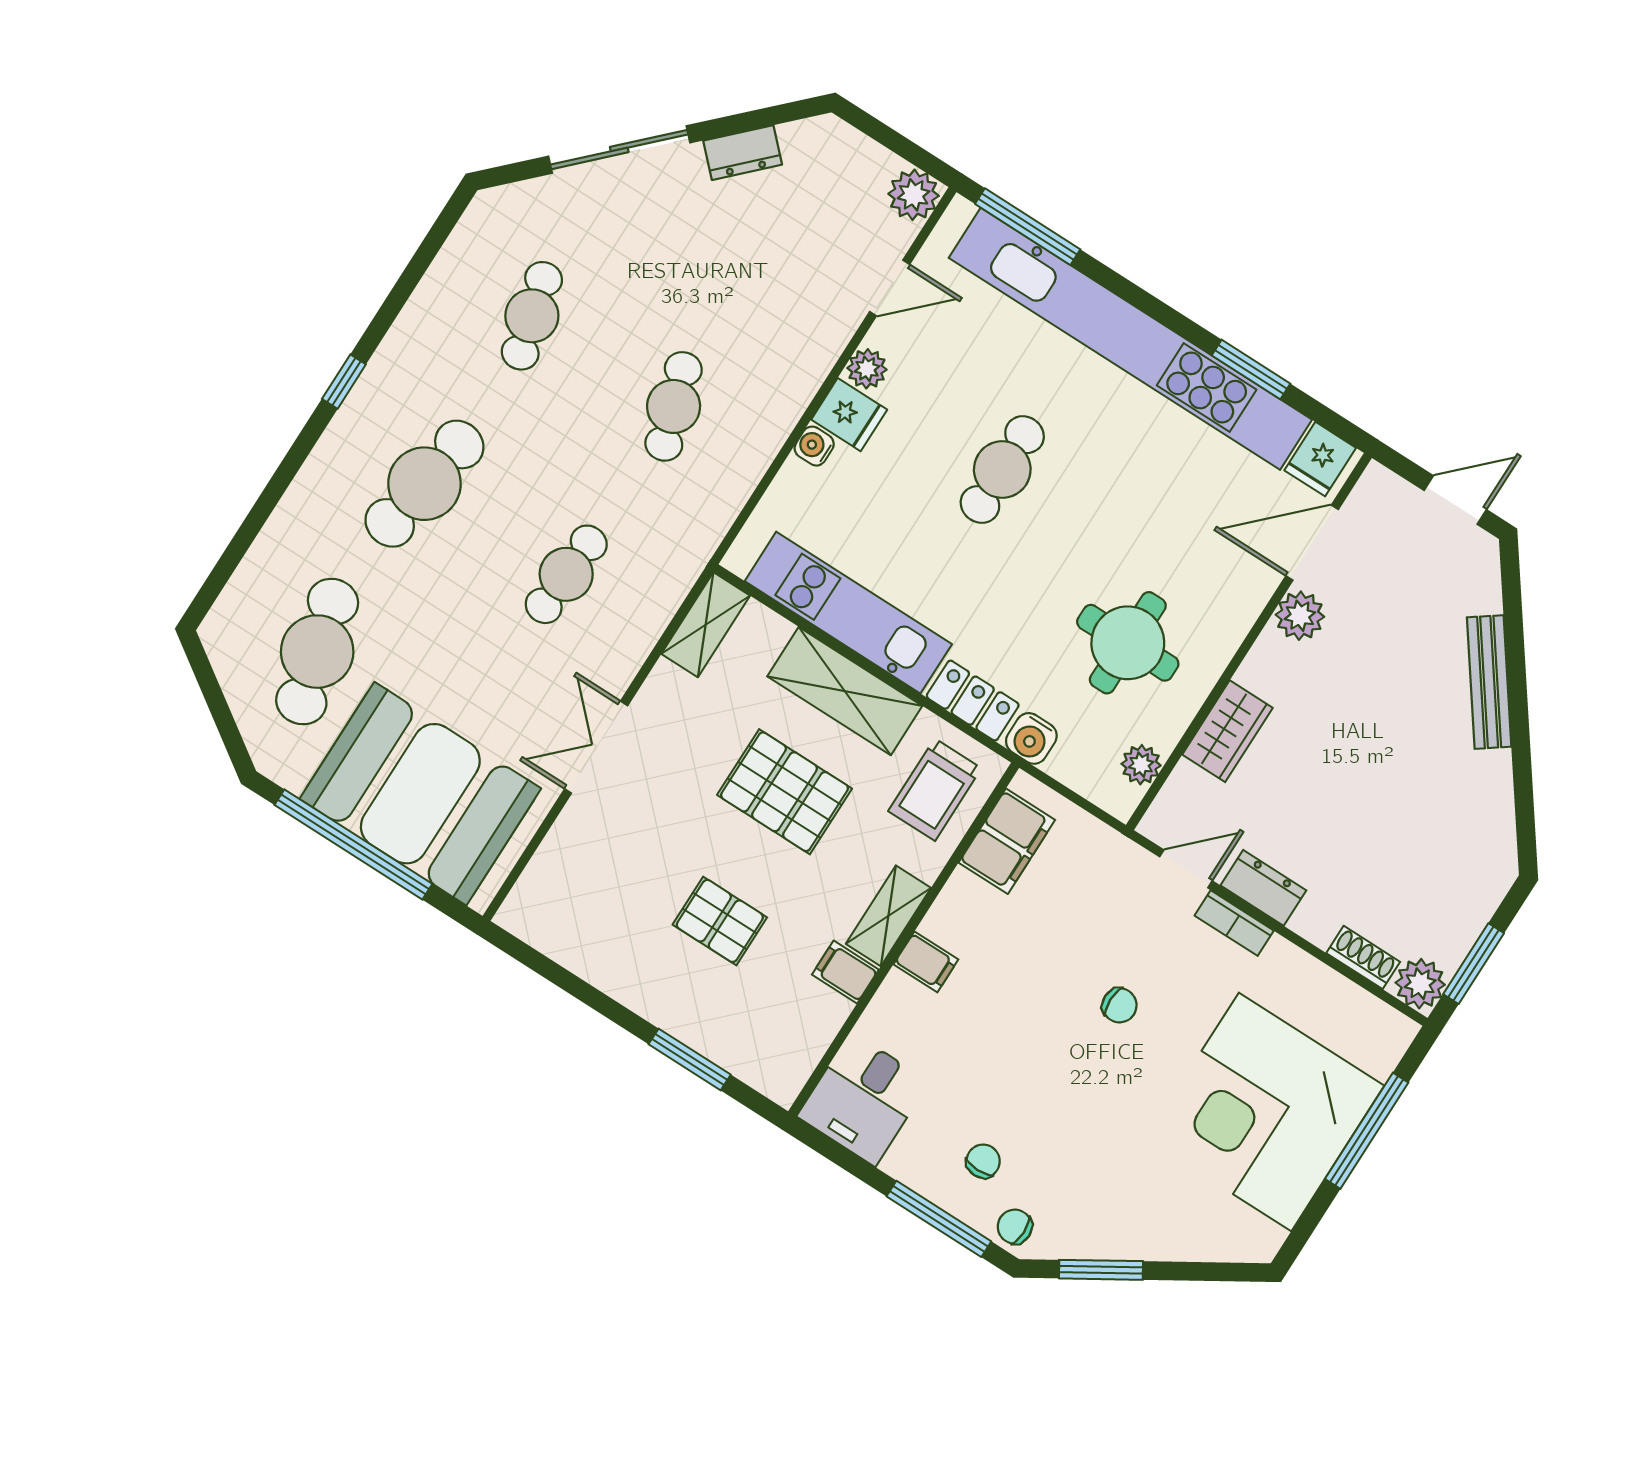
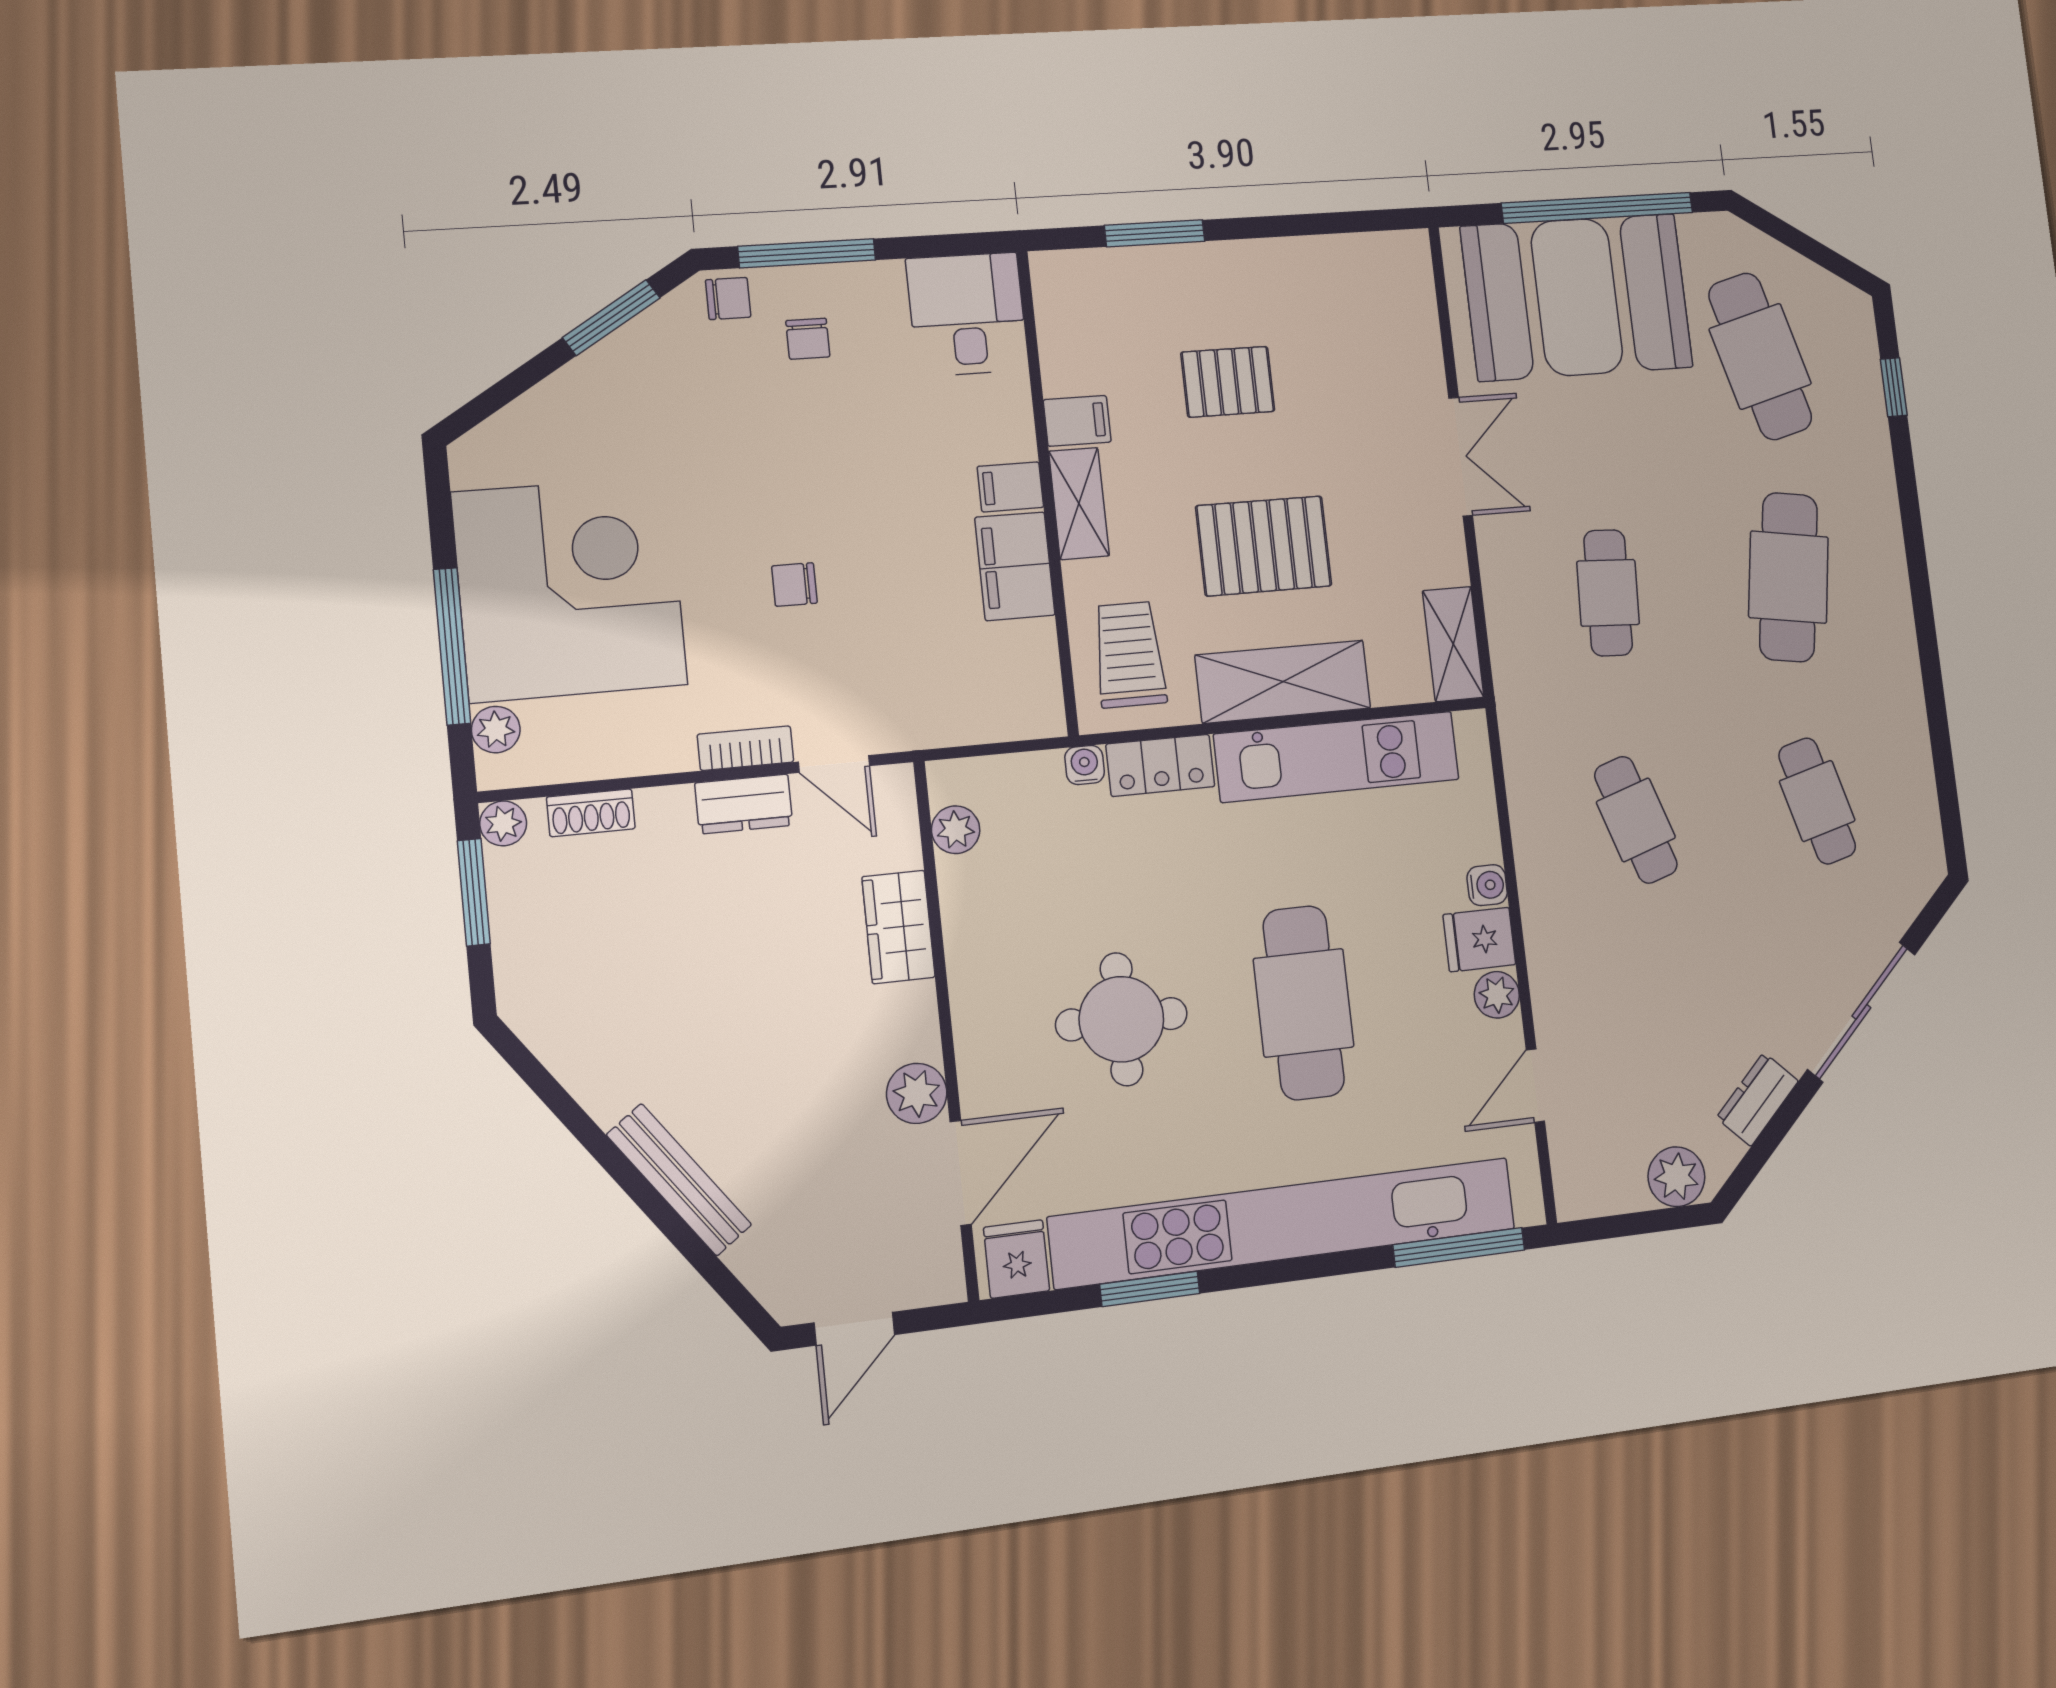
plant: (914, 195) -> (1676, 1177), moved
window: (344, 382) -> (1894, 387), moved
cafe table: (1002, 470) -> (1304, 1003), width x1.37, depth x1.35
round table: (1128, 643) -> (1121, 1019), moved
water cooler: (1031, 738) -> (1085, 765), width x0.72, depth x0.72
filing cabinet: (1007, 841) -> (1015, 566), moved
door: (1186, 869) -> (834, 764), hinge flipped
plant: (1420, 984) -> (503, 823), width x0.73, depth x0.73
plant: (1381, 1057) -> (496, 730), added

